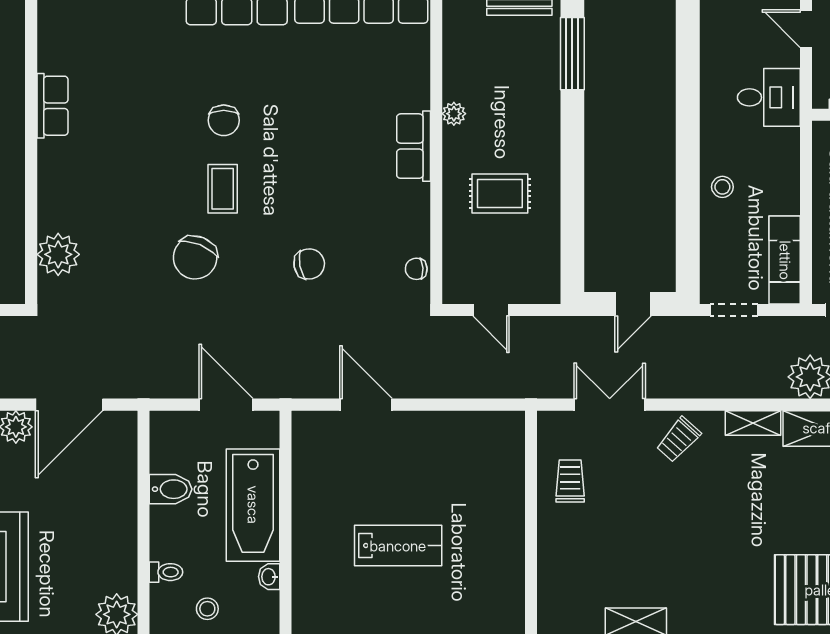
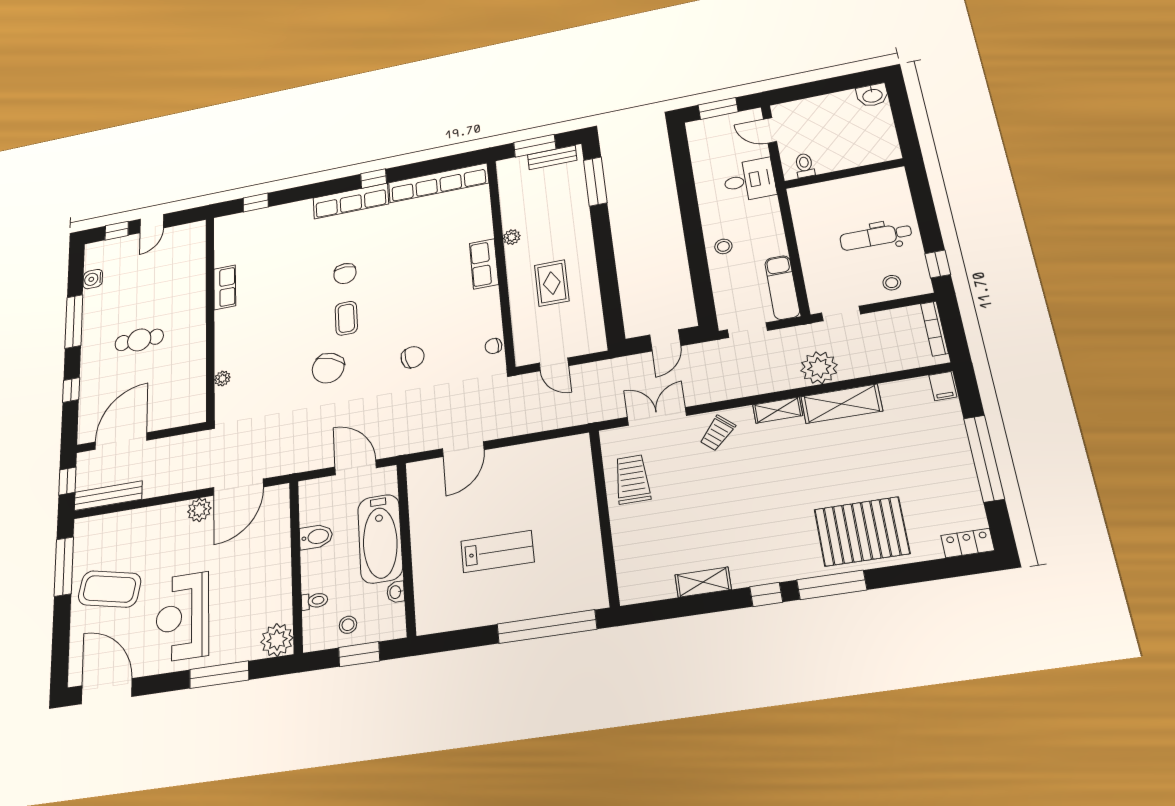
rug: (500, 194) -> (552, 283), turned 90
plant: (58, 254) -> (222, 378), width x0.53, depth x0.53
door: (366, 405) -> (463, 449), swing flipped
trolley: (570, 481) -> (632, 479), width x1.36, depth x1.39

